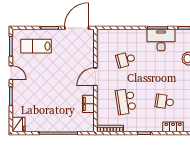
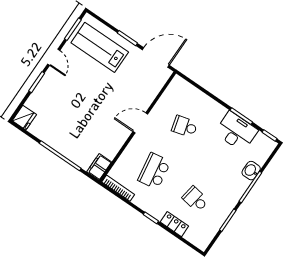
lab bench: (36, 46) -> (100, 47), width x1.36, depth x1.39
filing cabinet: (88, 104) -> (99, 167), moved
locker: (173, 127) -> (174, 224), moved

